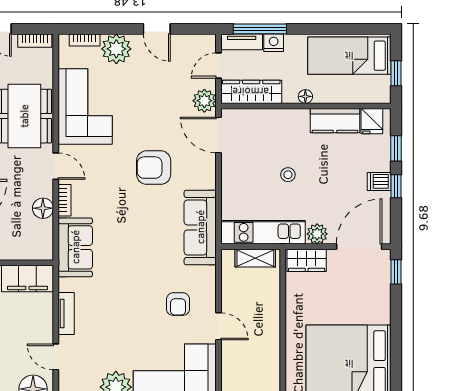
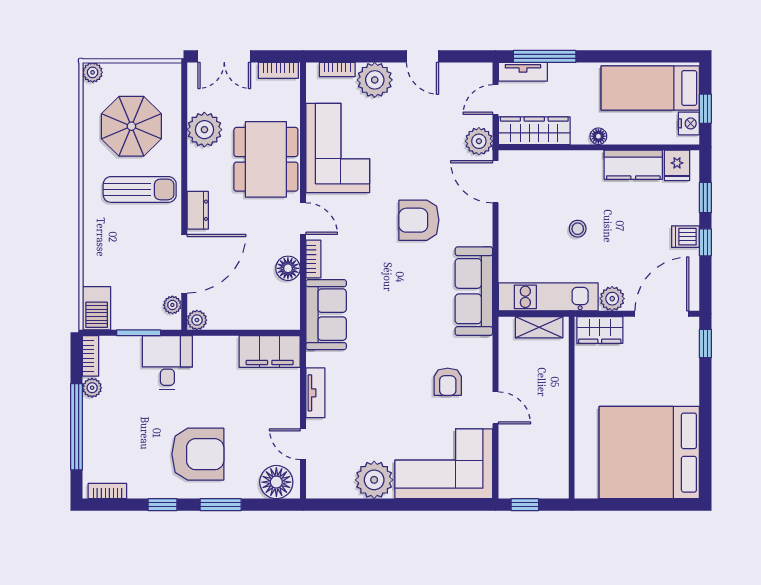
nightstand: (274, 43) -> (689, 123), moved, turned 90

